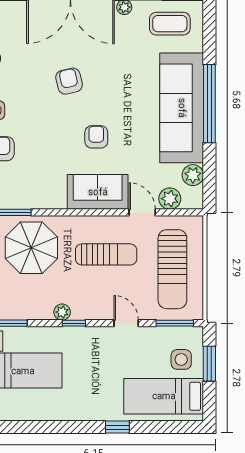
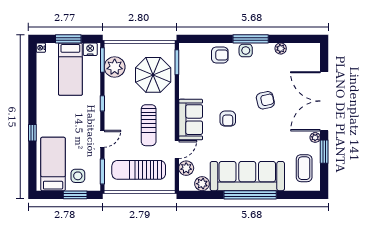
armchair: (96, 137) -> (228, 119), turned 90
plant: (62, 312) -> (115, 67), moved, width x1.88, depth x1.88

